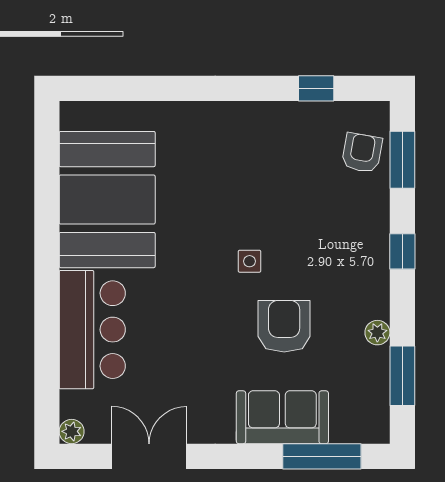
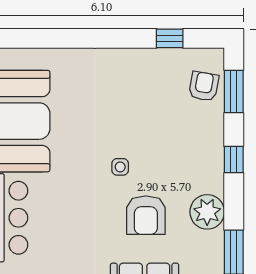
armchair: (284, 326) -> (146, 215), turned 180
plant: (377, 333) -> (207, 212), width x1.88, depth x1.88

